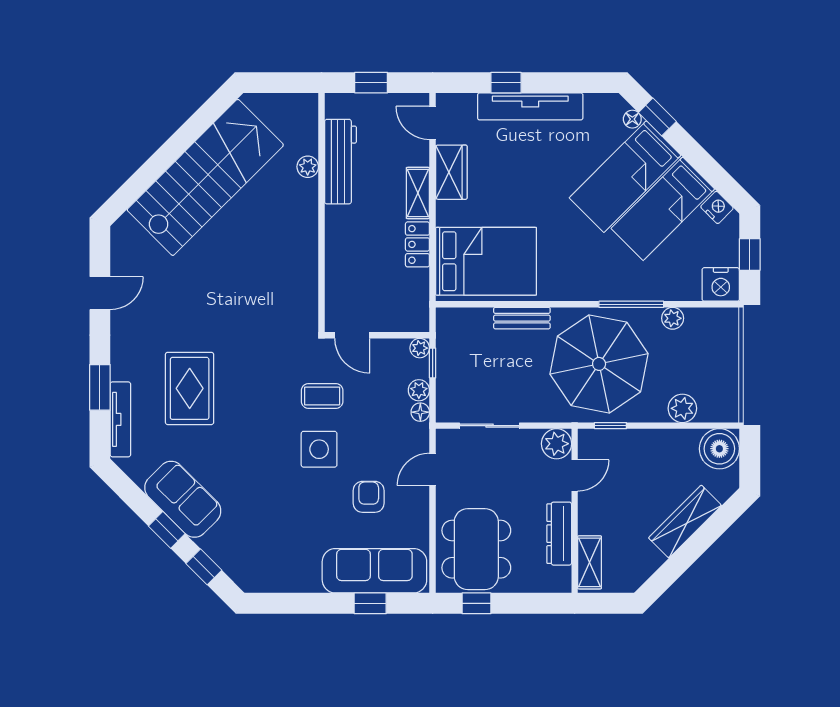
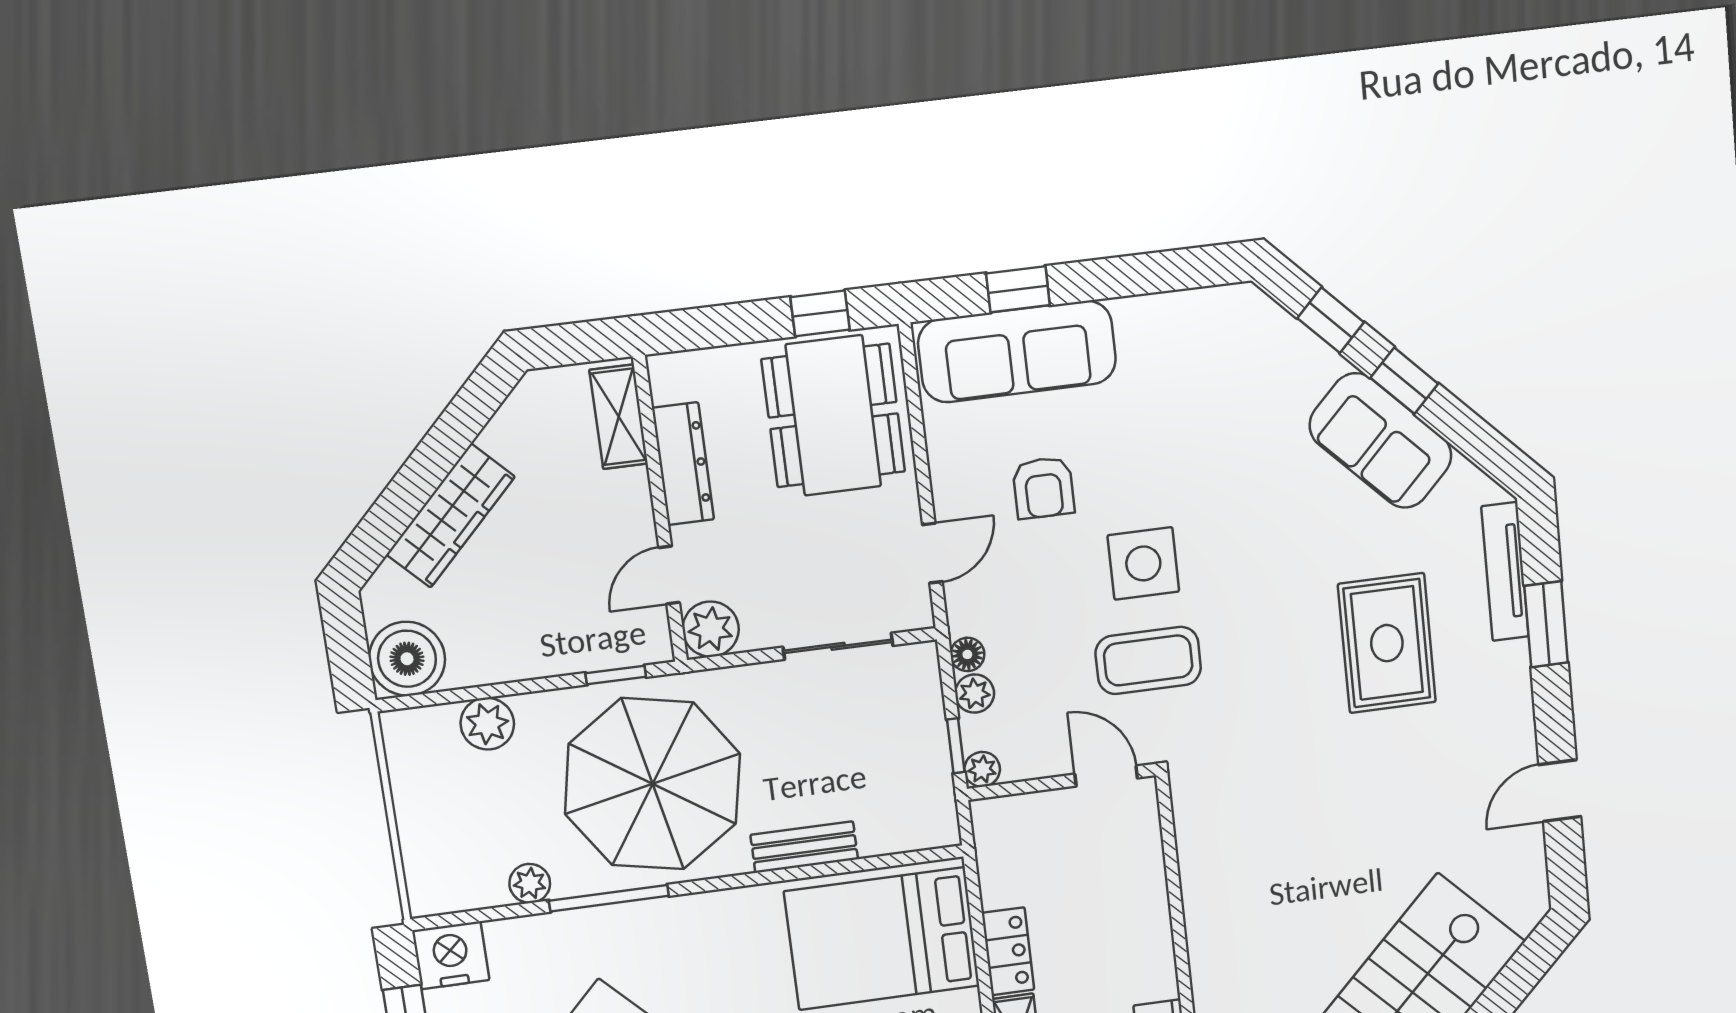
coffee table: (322, 396) -> (1148, 660), width x1.36, depth x1.30

